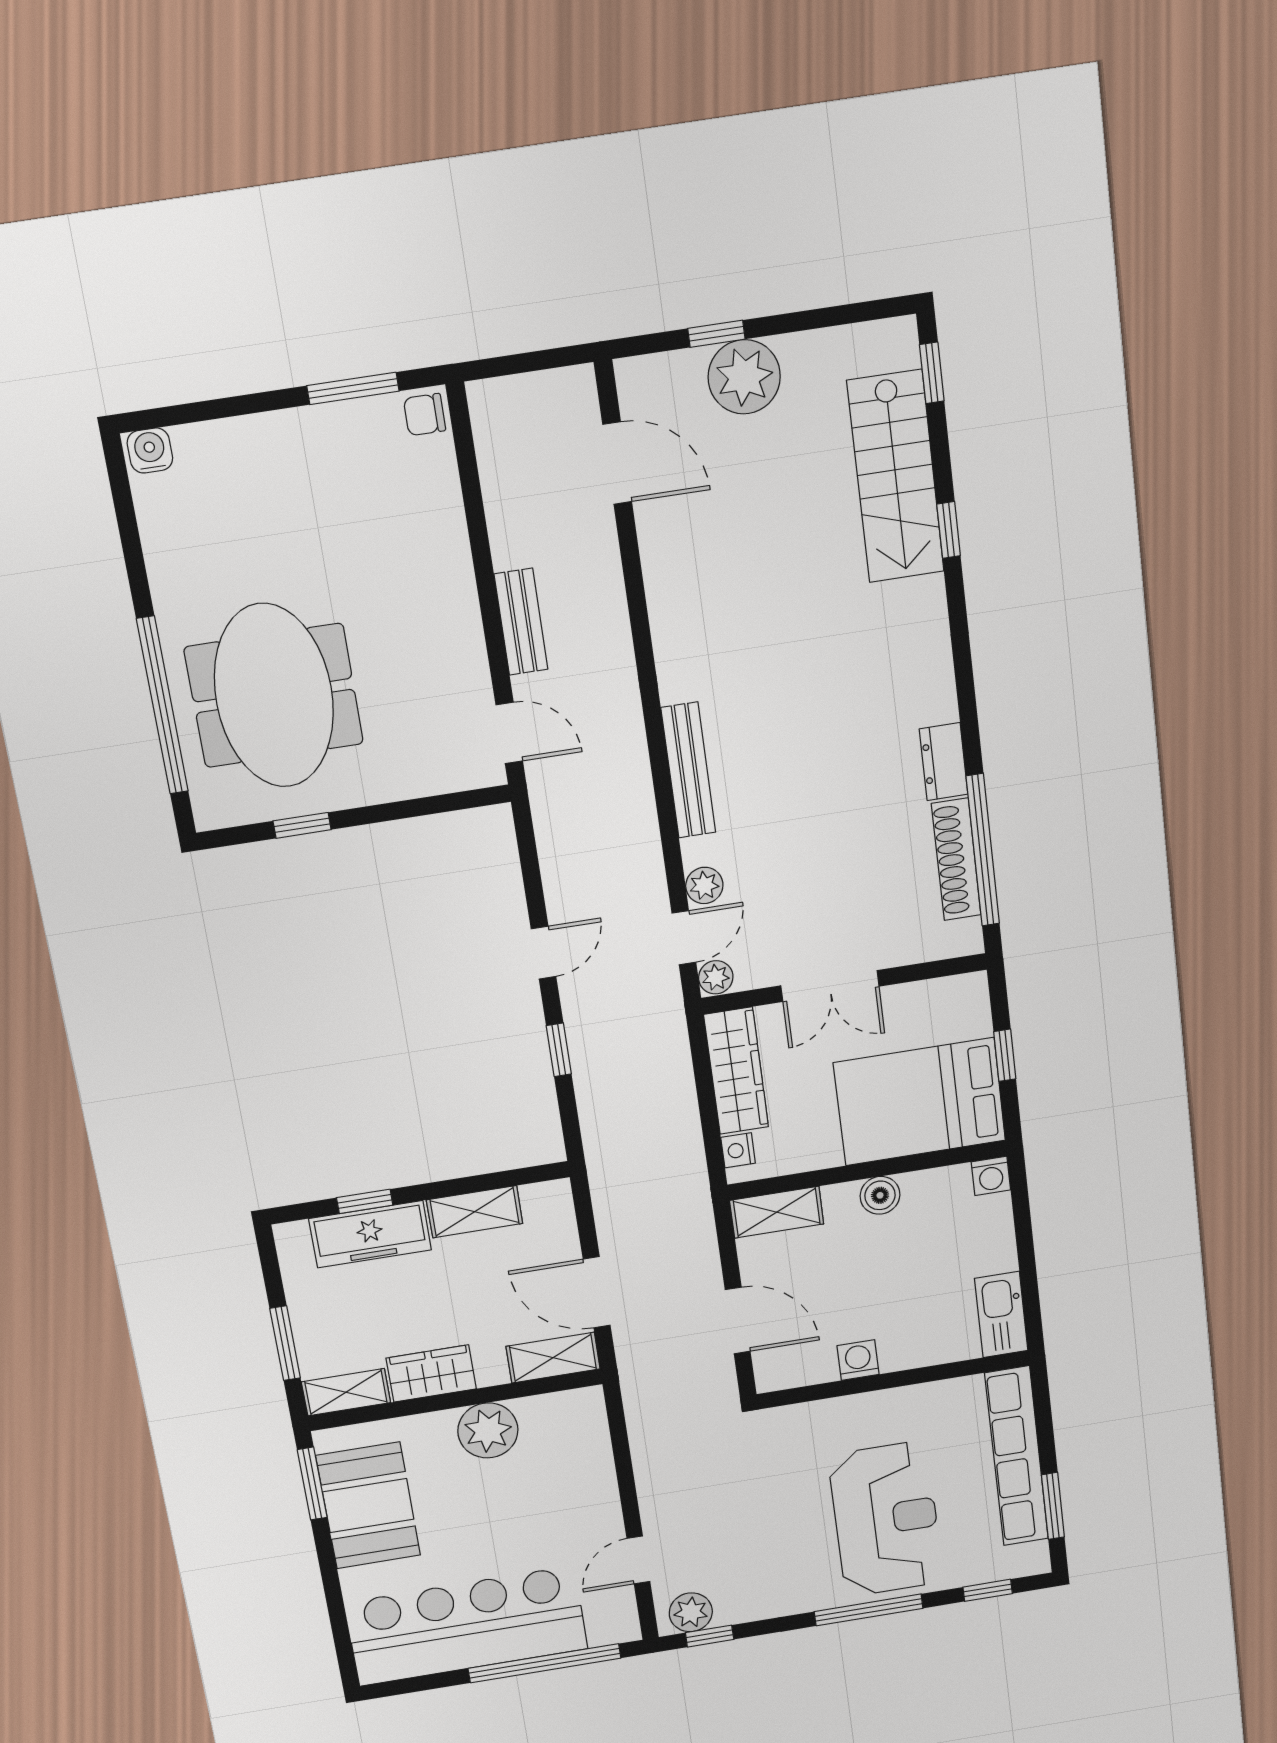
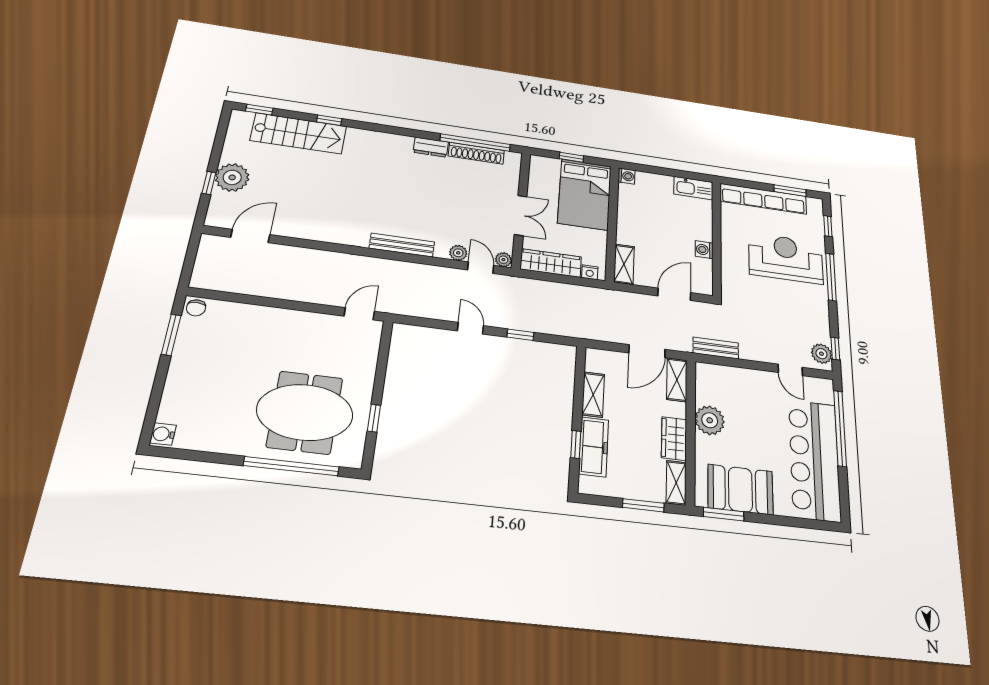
bench: (521, 622) -> (716, 348), moved
boiler: (880, 1195) -> (626, 221), removed

